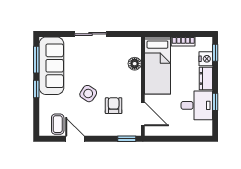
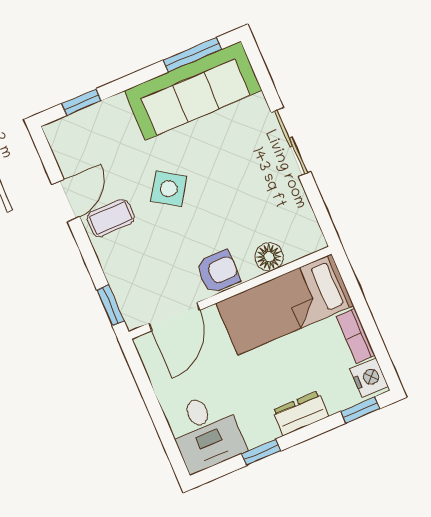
nightstand: (206, 59) -> (369, 378), moved, turned -90
window: (36, 89) -> (81, 102), moved
desk: (197, 105) -> (206, 432), moved
armchair: (114, 106) -> (218, 272), moved
coffee table: (58, 124) -> (111, 218), moved

